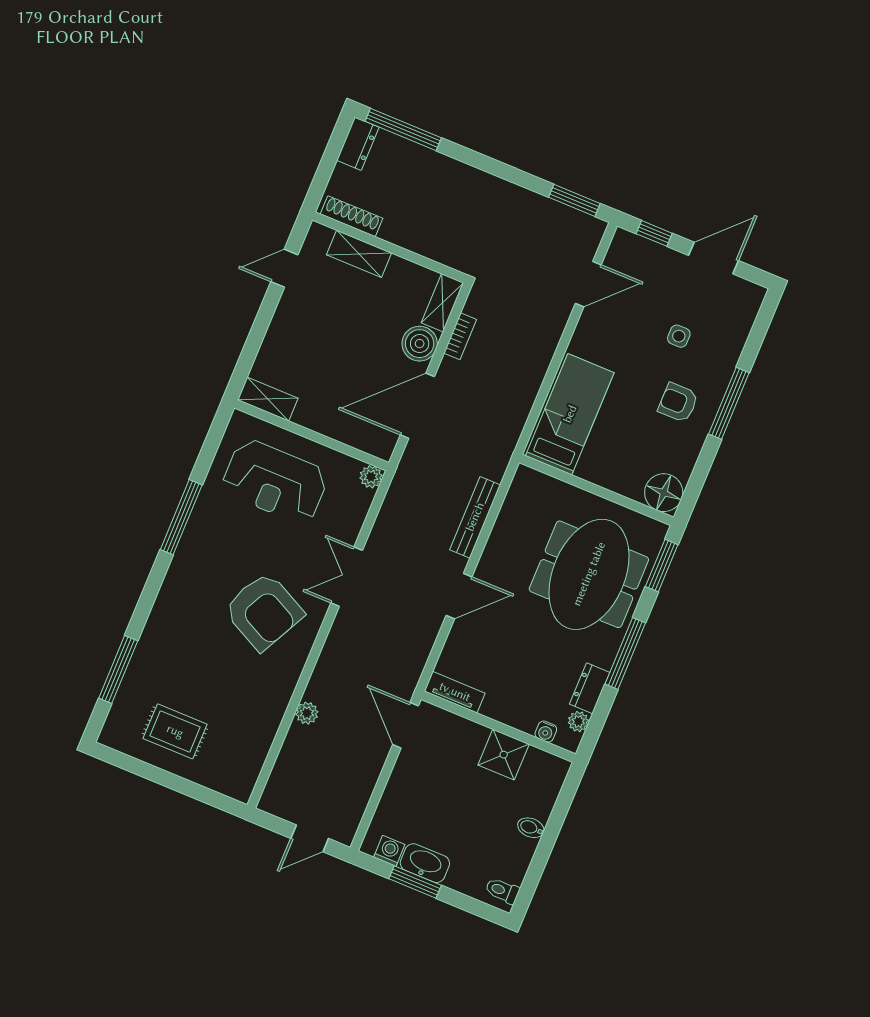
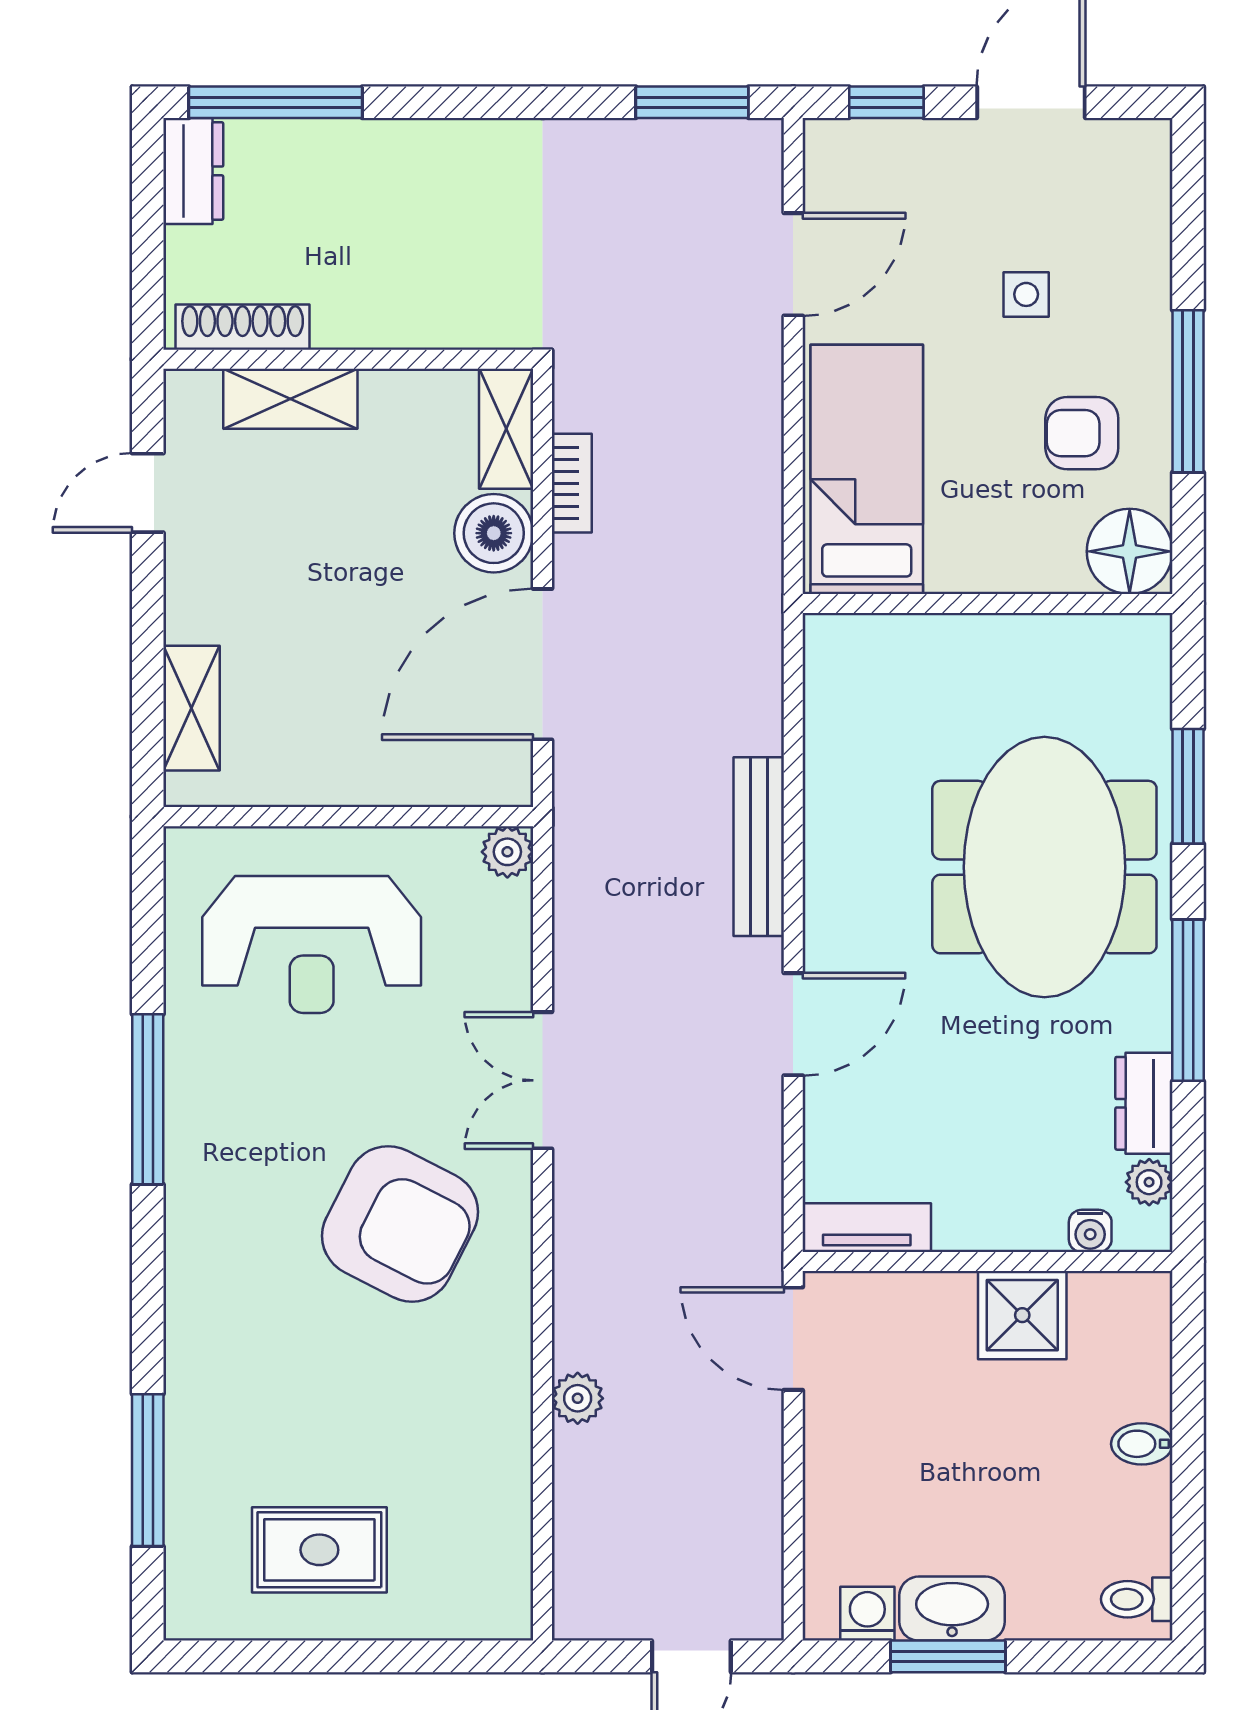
shelving: (268, 399) -> (192, 708), moved, turned 90
bed: (570, 414) -> (867, 469), moved
wall: (597, 490) -> (987, 604), moved
floor lamp: (664, 493) -> (1130, 551), moved

